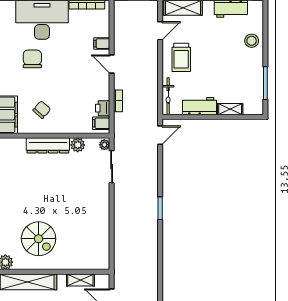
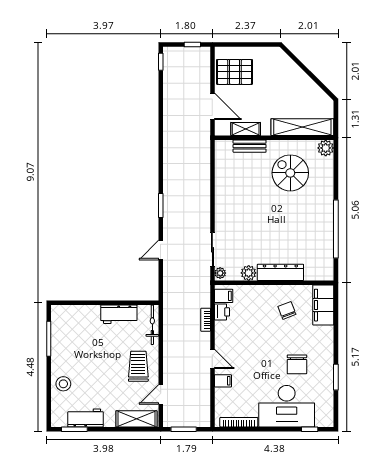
shelving: (230, 109) -> (86, 311), removed
chair: (42, 110) -> (287, 310), turned 117
door: (160, 135) -> (161, 250), moved
bench: (77, 264) -> (250, 146), added

